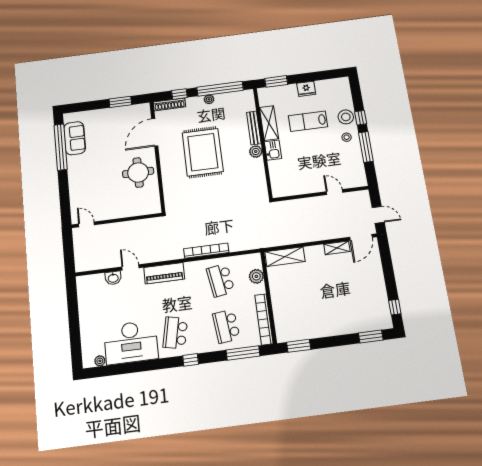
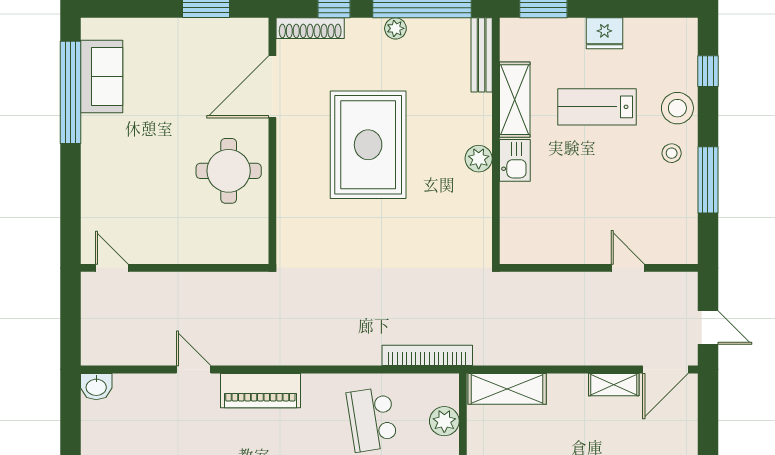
window: (361, 118) -> (708, 71), moved
bench: (254, 128) -> (482, 55), moved
bookcase: (206, 251) -> (427, 355), moved
washbasin: (113, 278) -> (96, 387), moved

